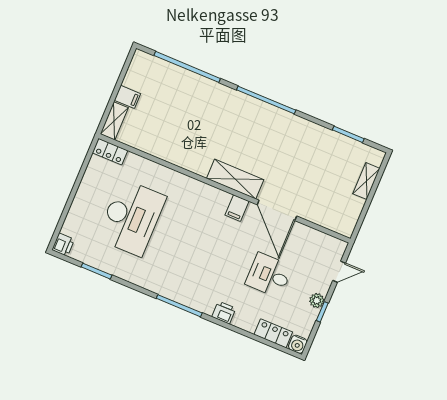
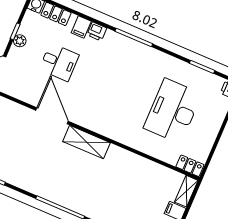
filing cabinet: (237, 208) -> (81, 27), moved, turned 180

